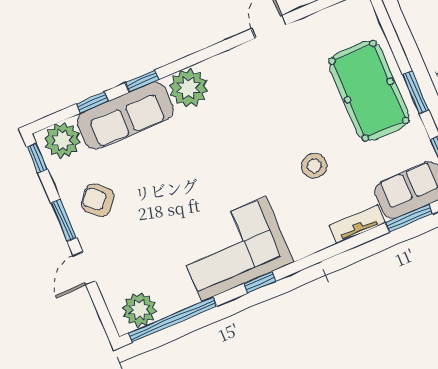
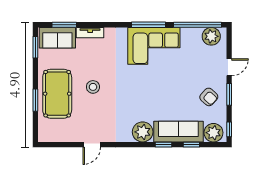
window: (416, 92) -> (35, 100), moved
stool: (314, 166) -> (93, 87), moved
window: (260, 282) -> (148, 25), width x2.17

